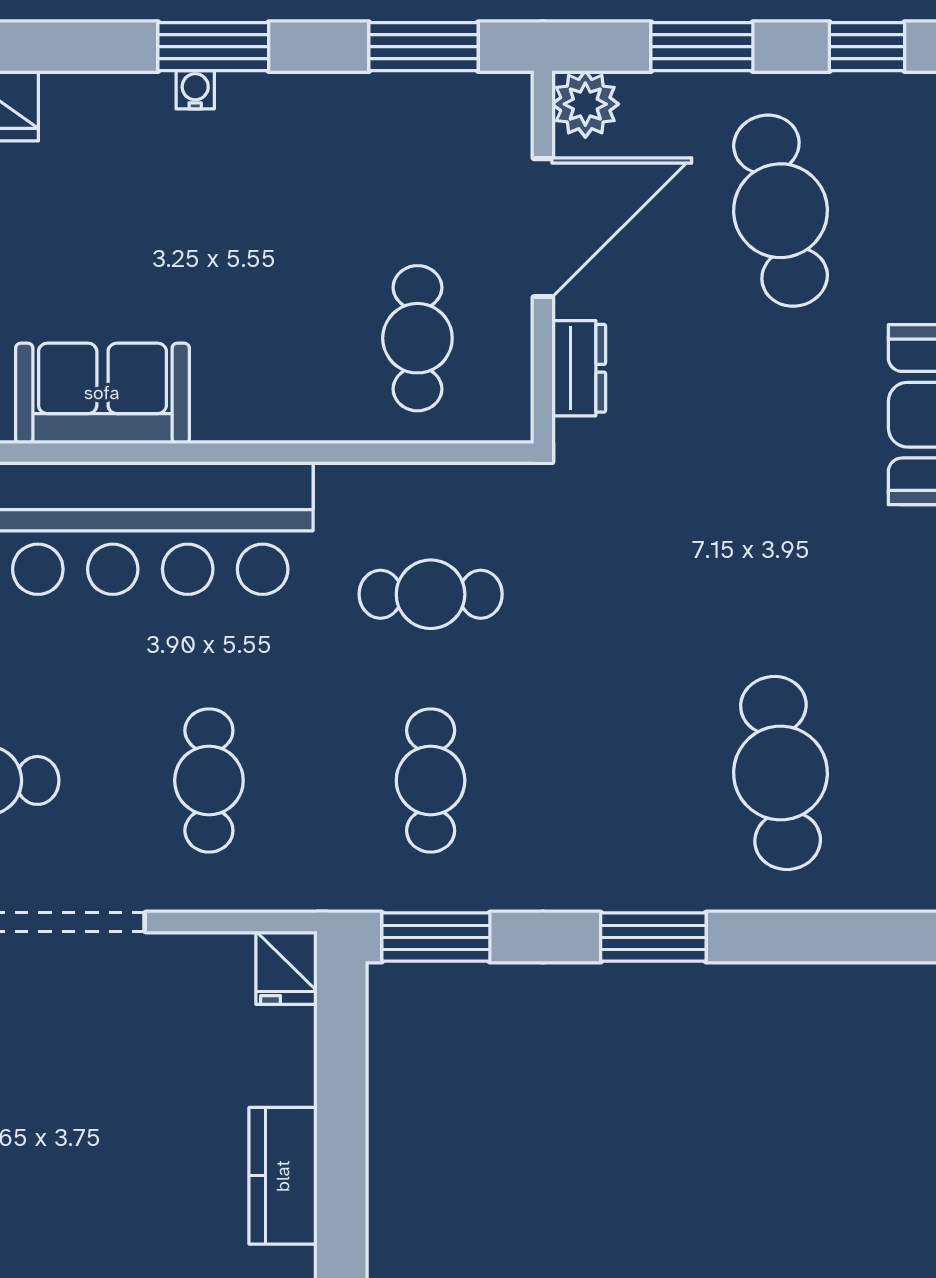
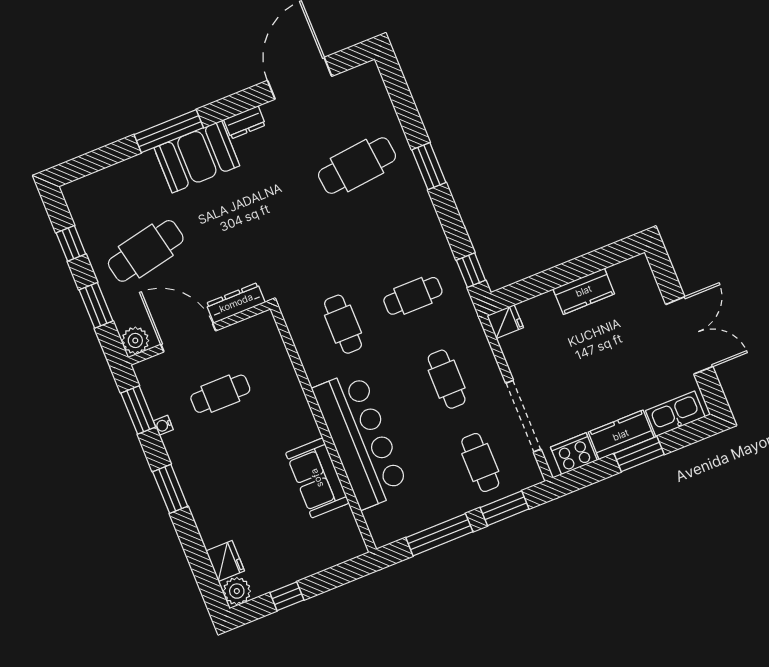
water cooler: (195, 90) -> (163, 425), moved
cafe table: (417, 338) -> (220, 394), moved
dresser: (579, 368) -> (236, 303), width x1.44
cafe table: (209, 780) -> (447, 379), turned 90
window: (436, 937) -> (471, 270), width x0.67
window: (653, 937) -> (429, 166), moved

